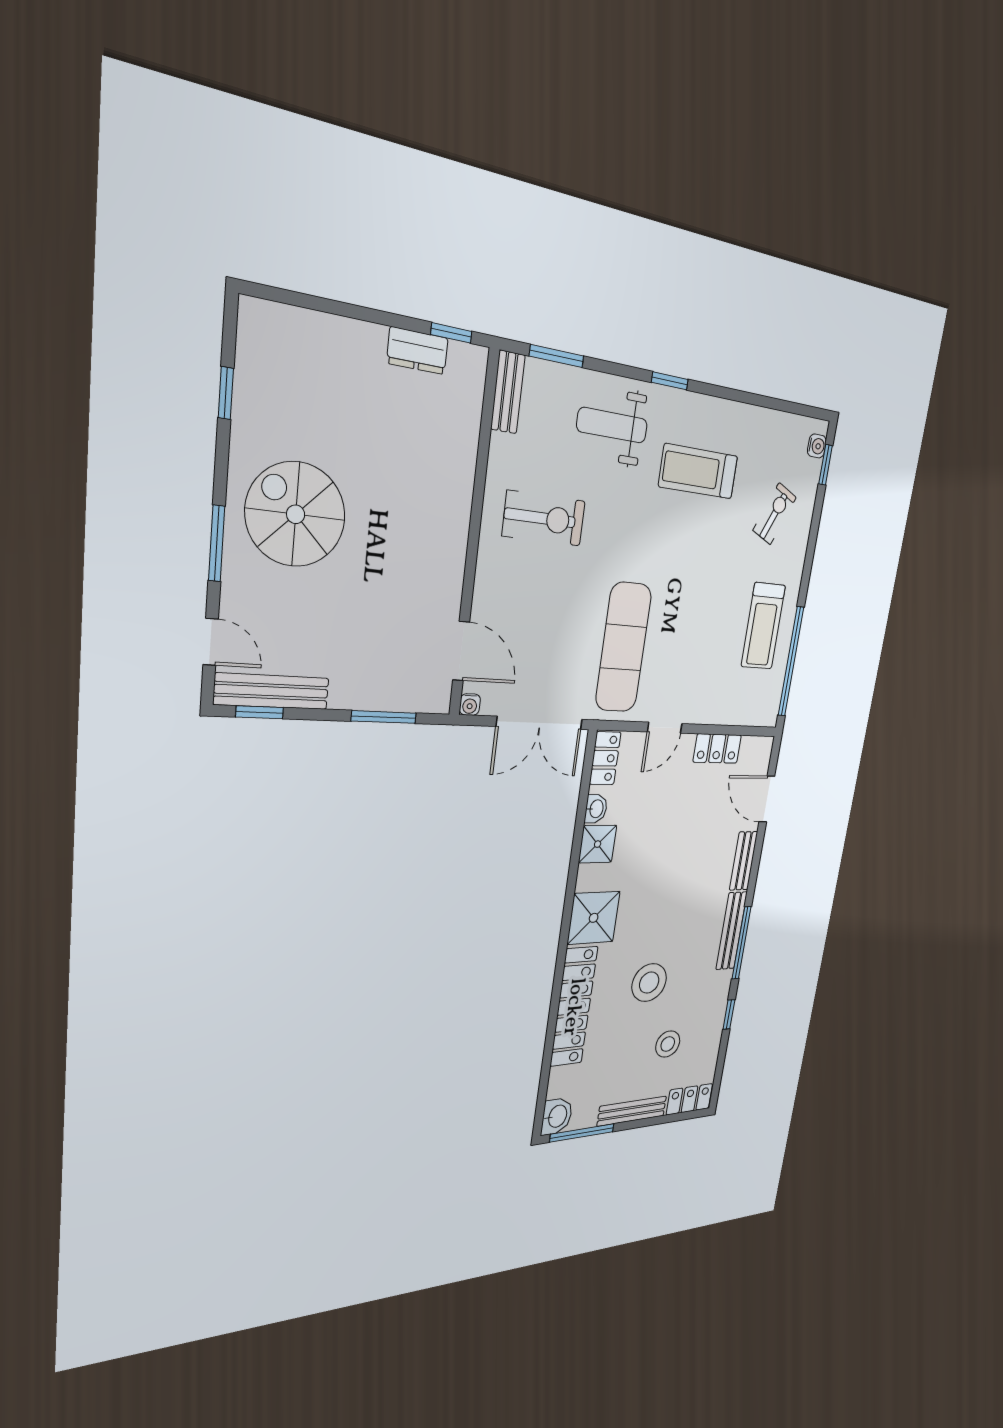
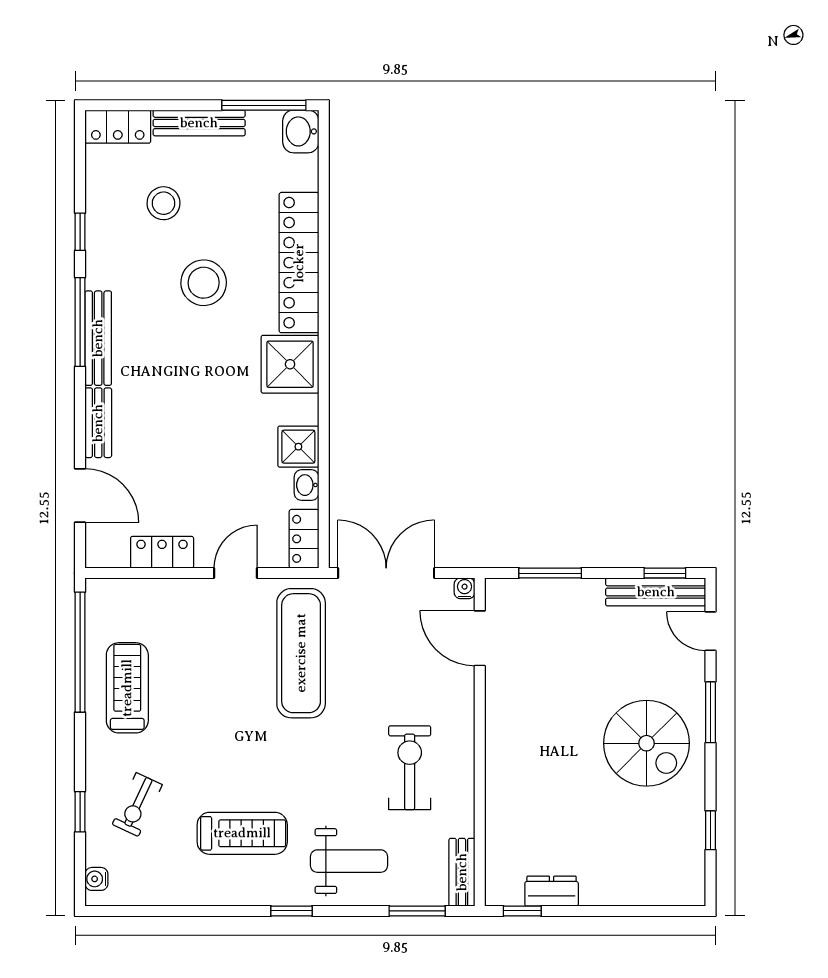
window: (826, 465) -> (80, 812), moved
exercise bike: (544, 518) -> (410, 768), turned 90

